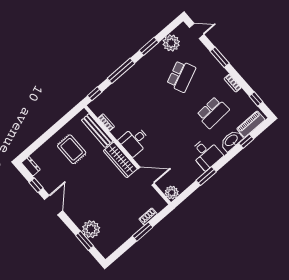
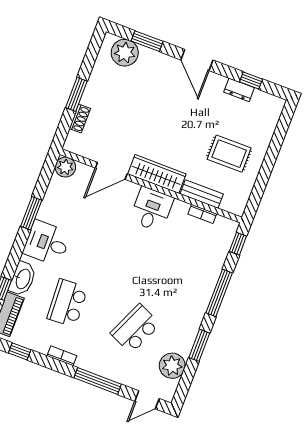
window: (220, 57) -> (98, 381), width x1.44
school desk: (181, 76) -> (135, 329), turned 48
bench: (97, 131) -> (202, 194), width x0.73
dresser: (31, 166) -> (239, 90), moved
door: (53, 205) -> (197, 60), moved
plant: (91, 229) -> (125, 53), moved

